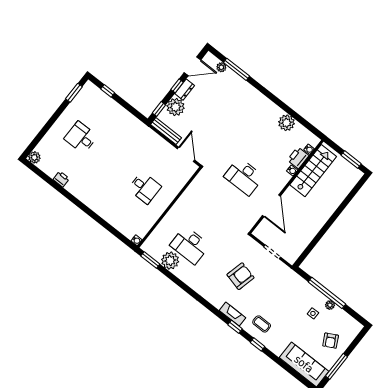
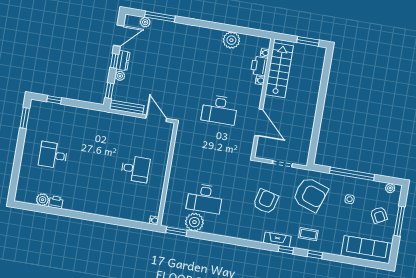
plant: (176, 107) -> (120, 76), width x0.53, depth x0.53
plant: (34, 157) -> (43, 200), moved
armchair: (282, 291) -> (310, 194), added
plant: (330, 305) -> (390, 188), moved
window: (336, 366) -> (399, 221), moved

